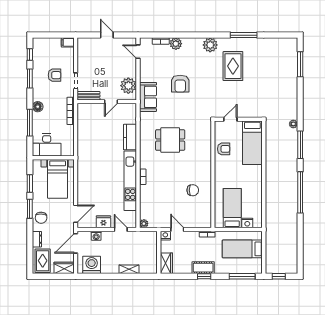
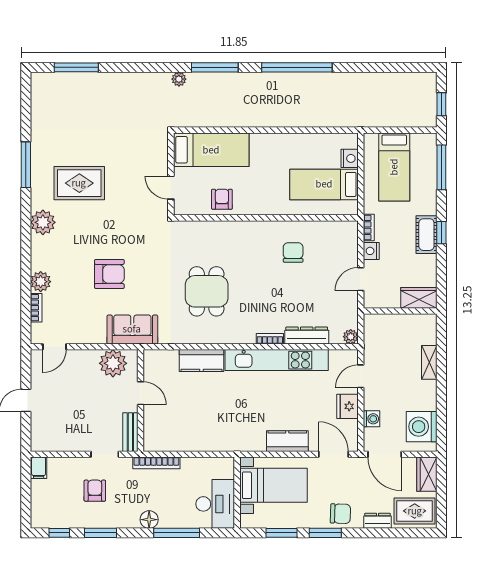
kitchen counter: (83, 187) -> (287, 441), added
dresser: (145, 198) -> (307, 336), added
nightstand: (165, 236) -> (371, 251), moved

